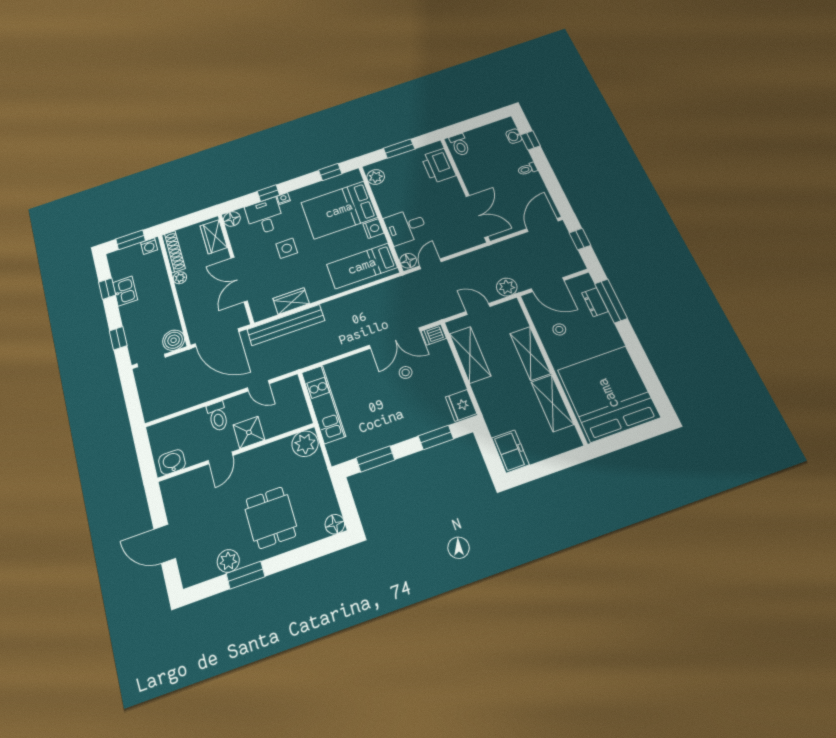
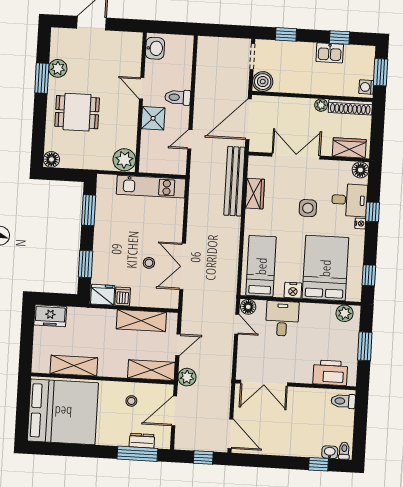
toilet: (527, 169) -> (344, 451), moved
dishwasher: (434, 335) -> (123, 296), moved
shelving: (530, 353) -> (151, 370), moved

